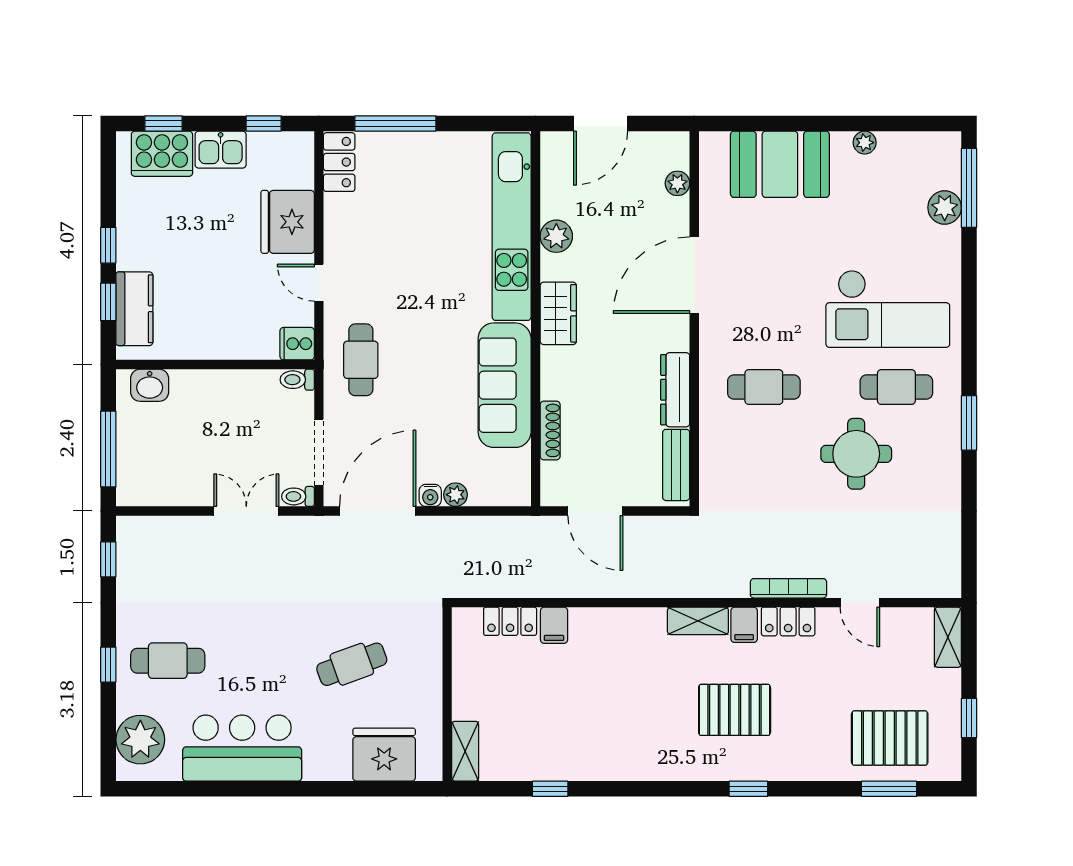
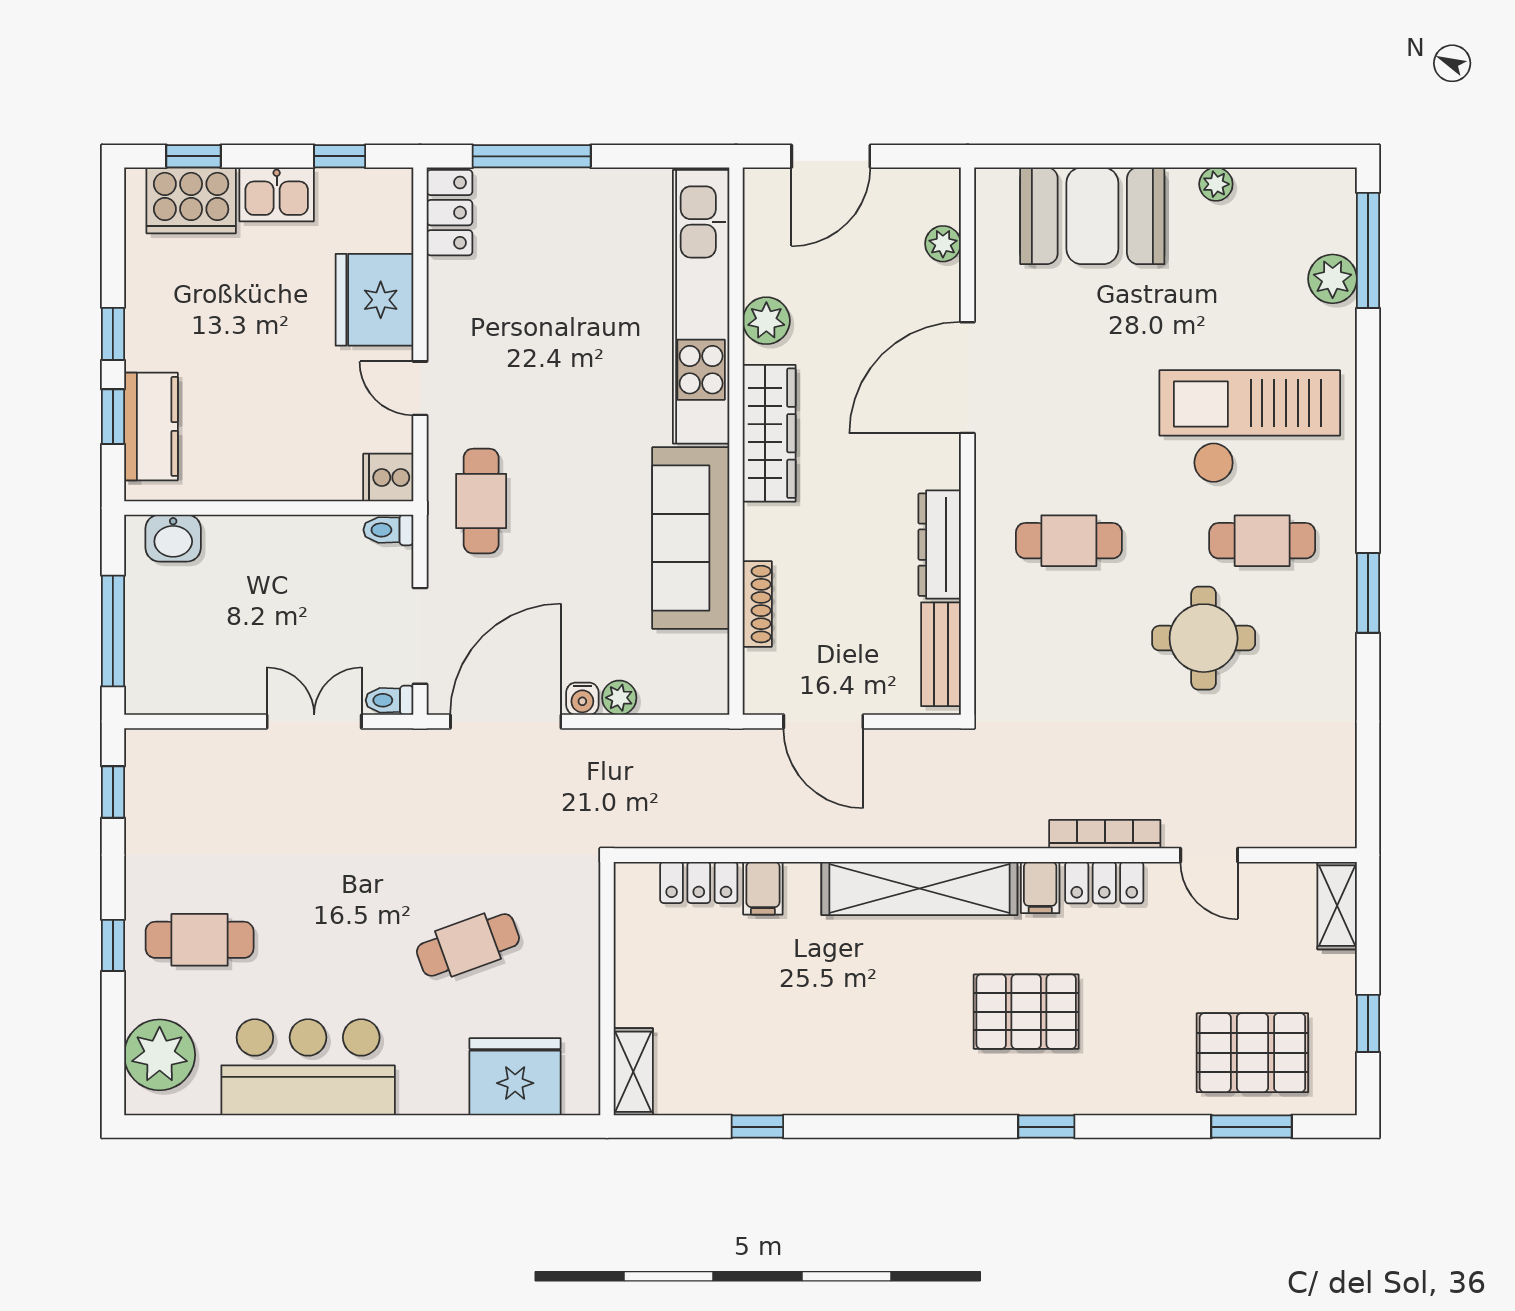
checkout: (888, 309) -> (1250, 427), turned 180
wardrobe: (558, 313) -> (769, 433), width x1.50
shelving: (698, 621) -> (919, 888), width x2.20, depth x1.33

